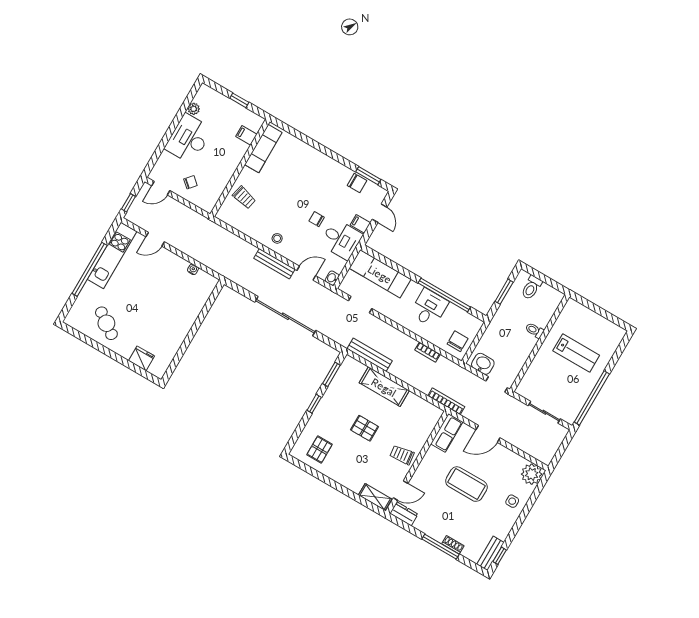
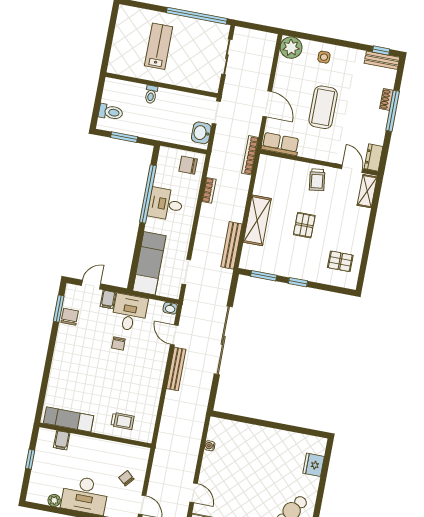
trolley: (244, 197) -> (122, 421), turned 77
stool: (277, 238) -> (151, 375), removed

